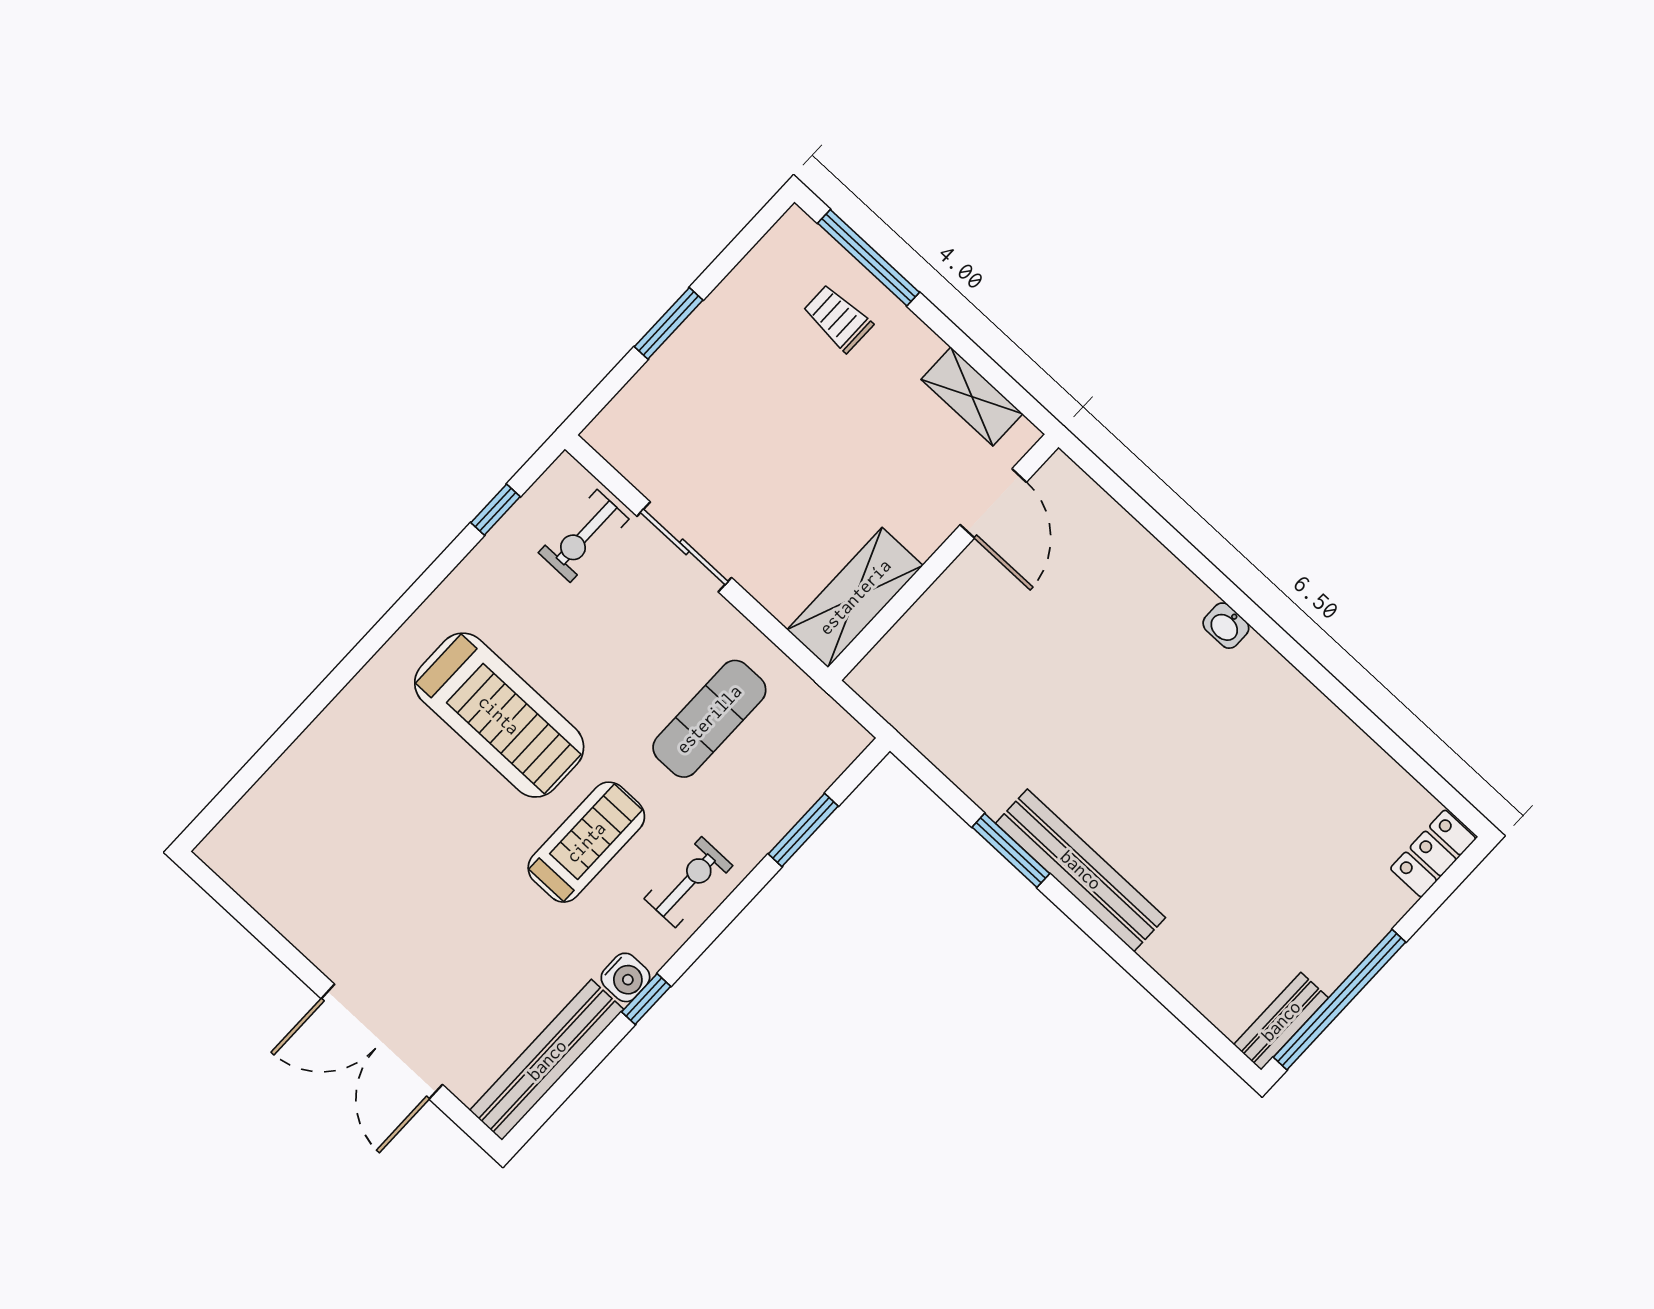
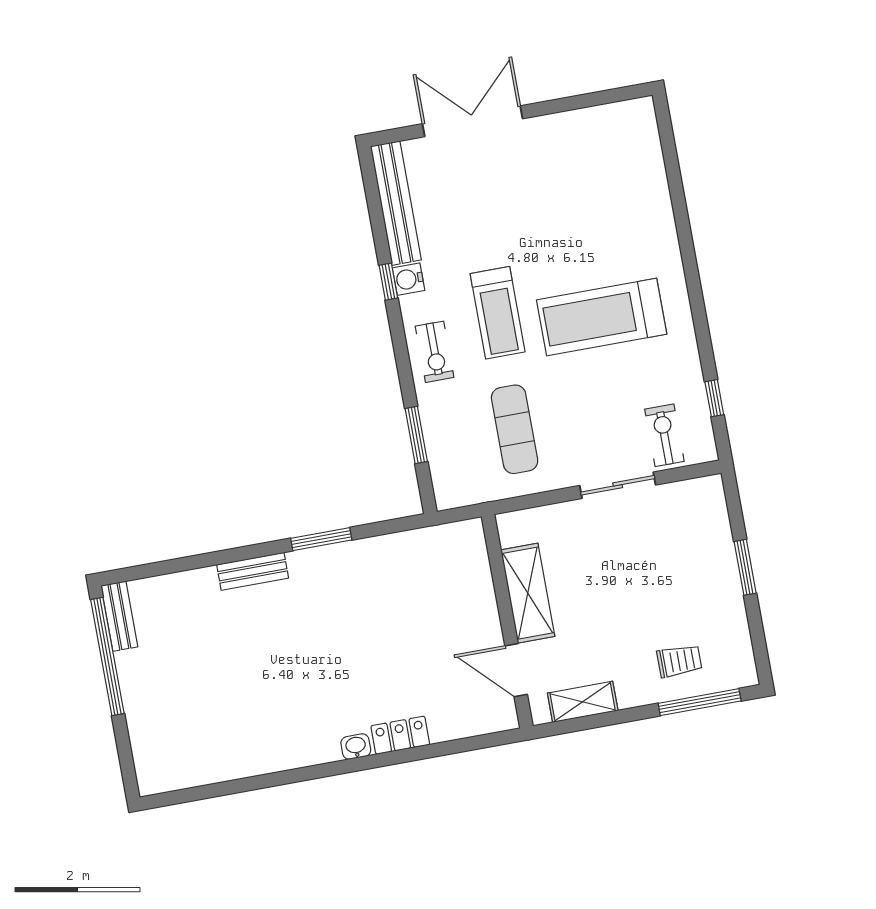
shelving: (855, 597) -> (528, 593), moved
locker: (1433, 854) -> (400, 735), moved, turned -90
bench: (1081, 870) -> (253, 571), width x0.54, depth x0.82

